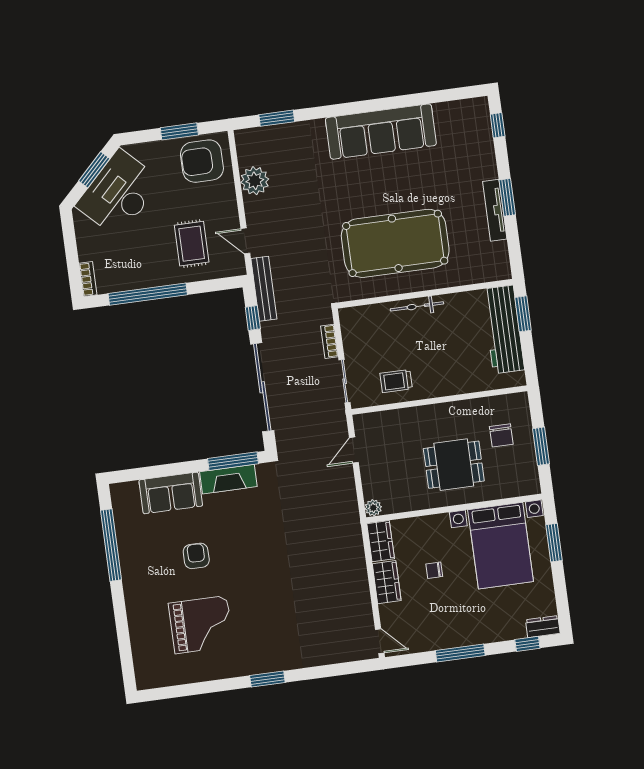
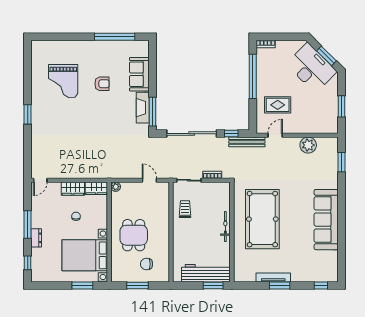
armchair: (202, 161) -> (323, 117), removed
dresser: (543, 627) -> (36, 238), moved

